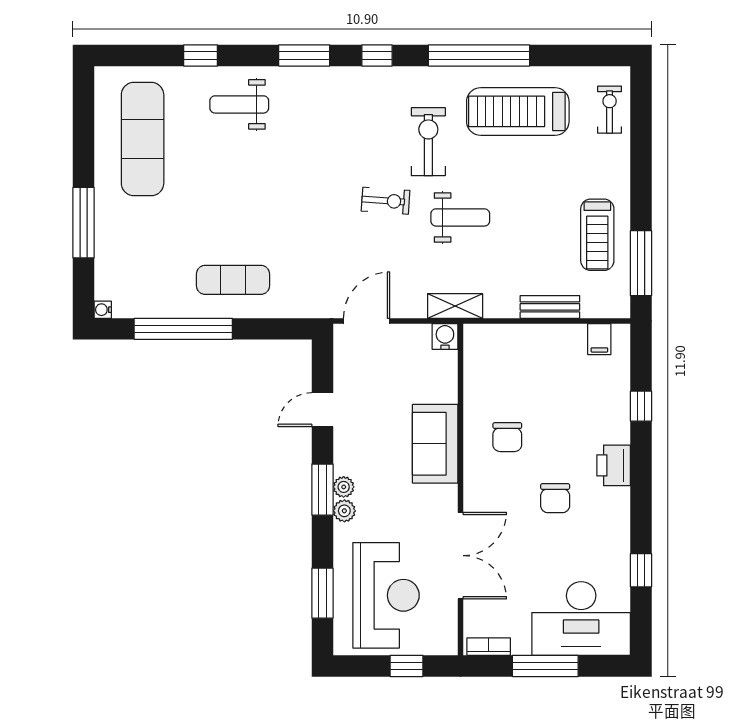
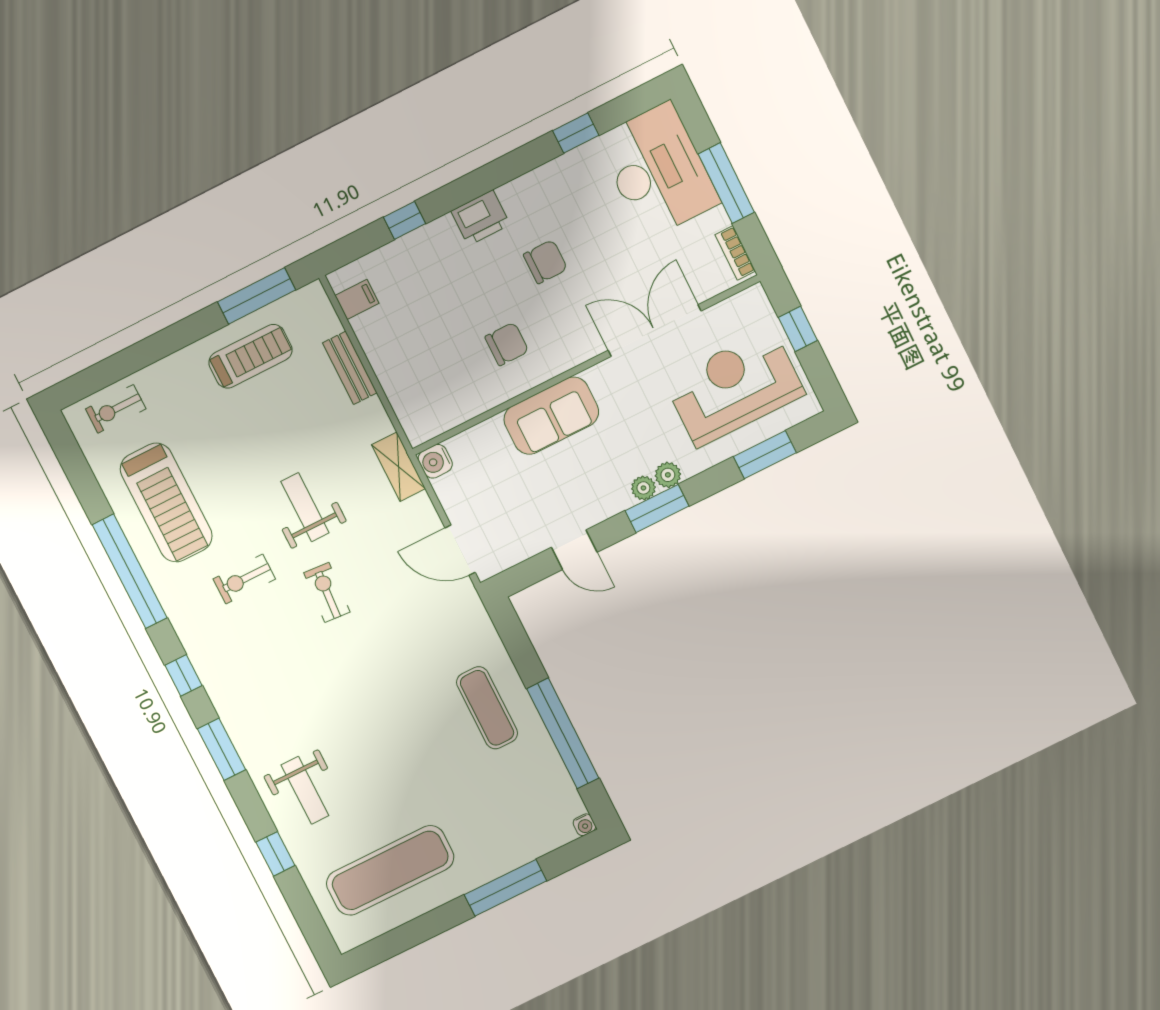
exercise bike: (428, 142) -> (244, 579), width x0.73, depth x0.72

